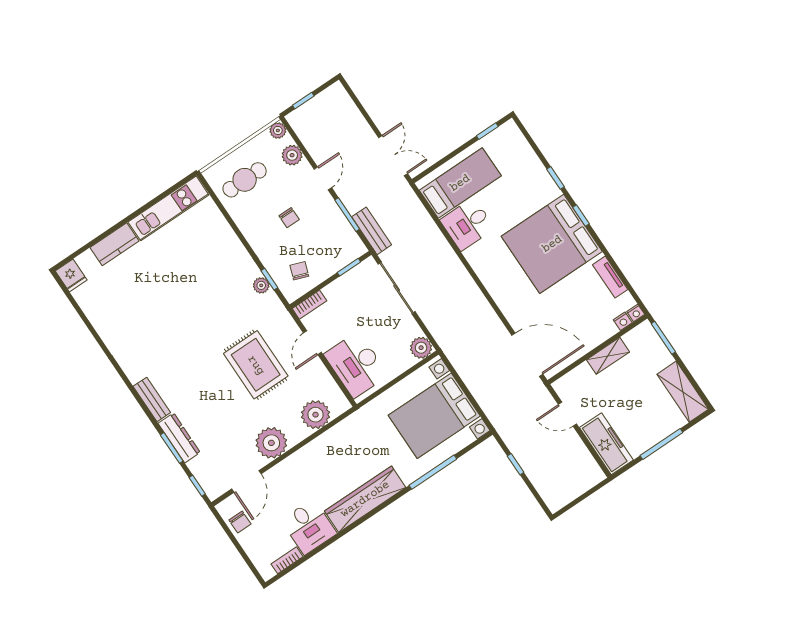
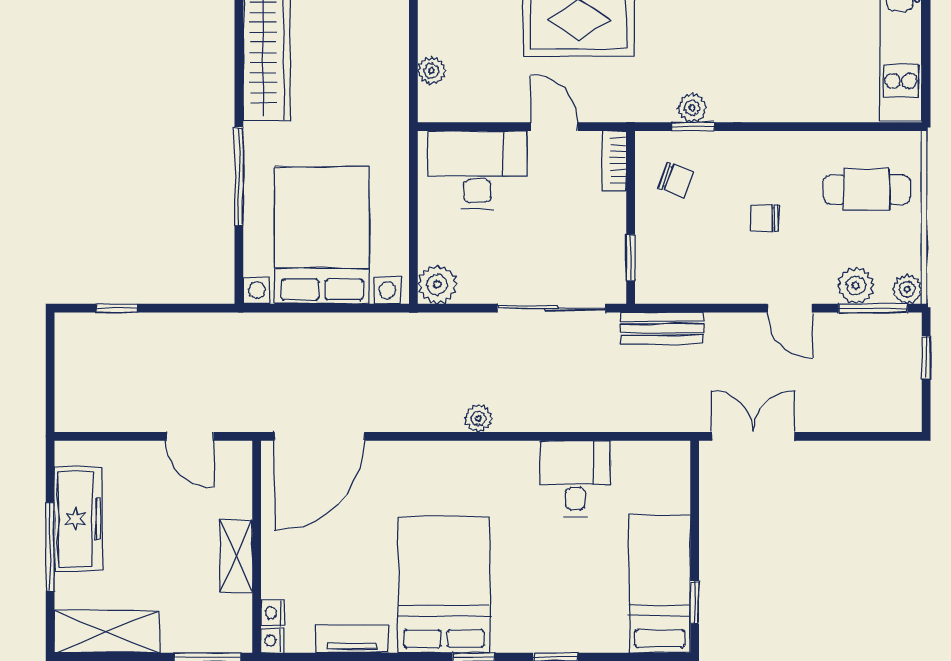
double door: (393, 156) -> (753, 436), swing flipped
cafe table: (245, 180) -> (867, 190), turned 90
bed: (460, 183) -> (659, 584), moved, turned 180
window: (347, 215) -> (873, 308), moved
bed: (552, 244) -> (444, 585), width x0.73
plant: (470, 287) -> (478, 418), added
door: (567, 414) -> (190, 436), swing flipped
plant: (316, 415) -> (431, 71), width x0.53, depth x0.53
freezer: (606, 444) -> (78, 519), moved, turned -90
window: (516, 464) -> (117, 308), moved

